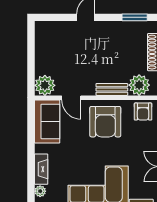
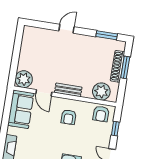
bench: (112, 89) -> (68, 90), moved
armchair: (105, 122) -> (69, 117), width x0.53, depth x0.53

